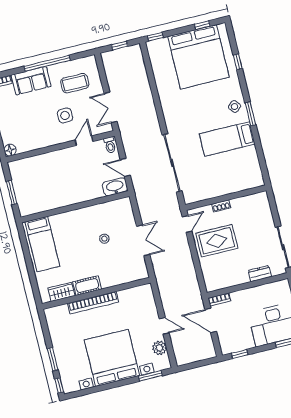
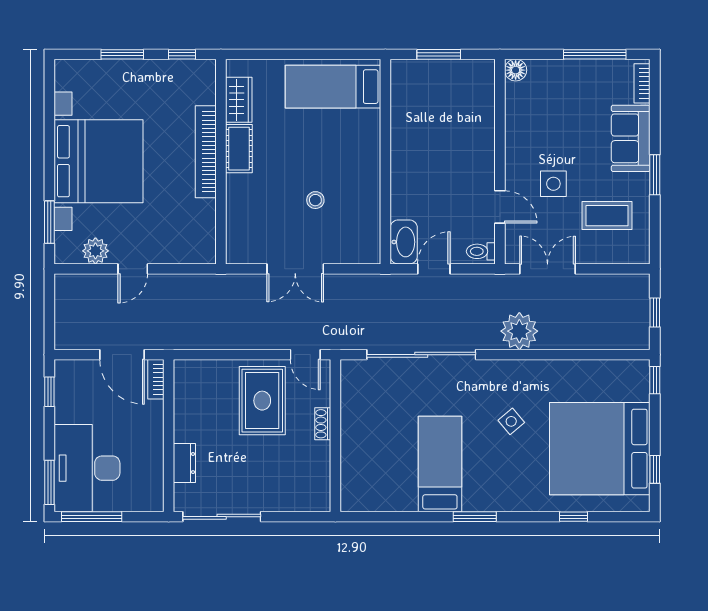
window: (47, 63) -> (655, 175), width x0.47
coffee table: (75, 83) -> (607, 216), turned 90
side table: (235, 107) -> (511, 421), moved
plant: (147, 114) -> (519, 331), added
door: (211, 320) -> (122, 355), swing flipped
window: (59, 385) -> (182, 54), moved

